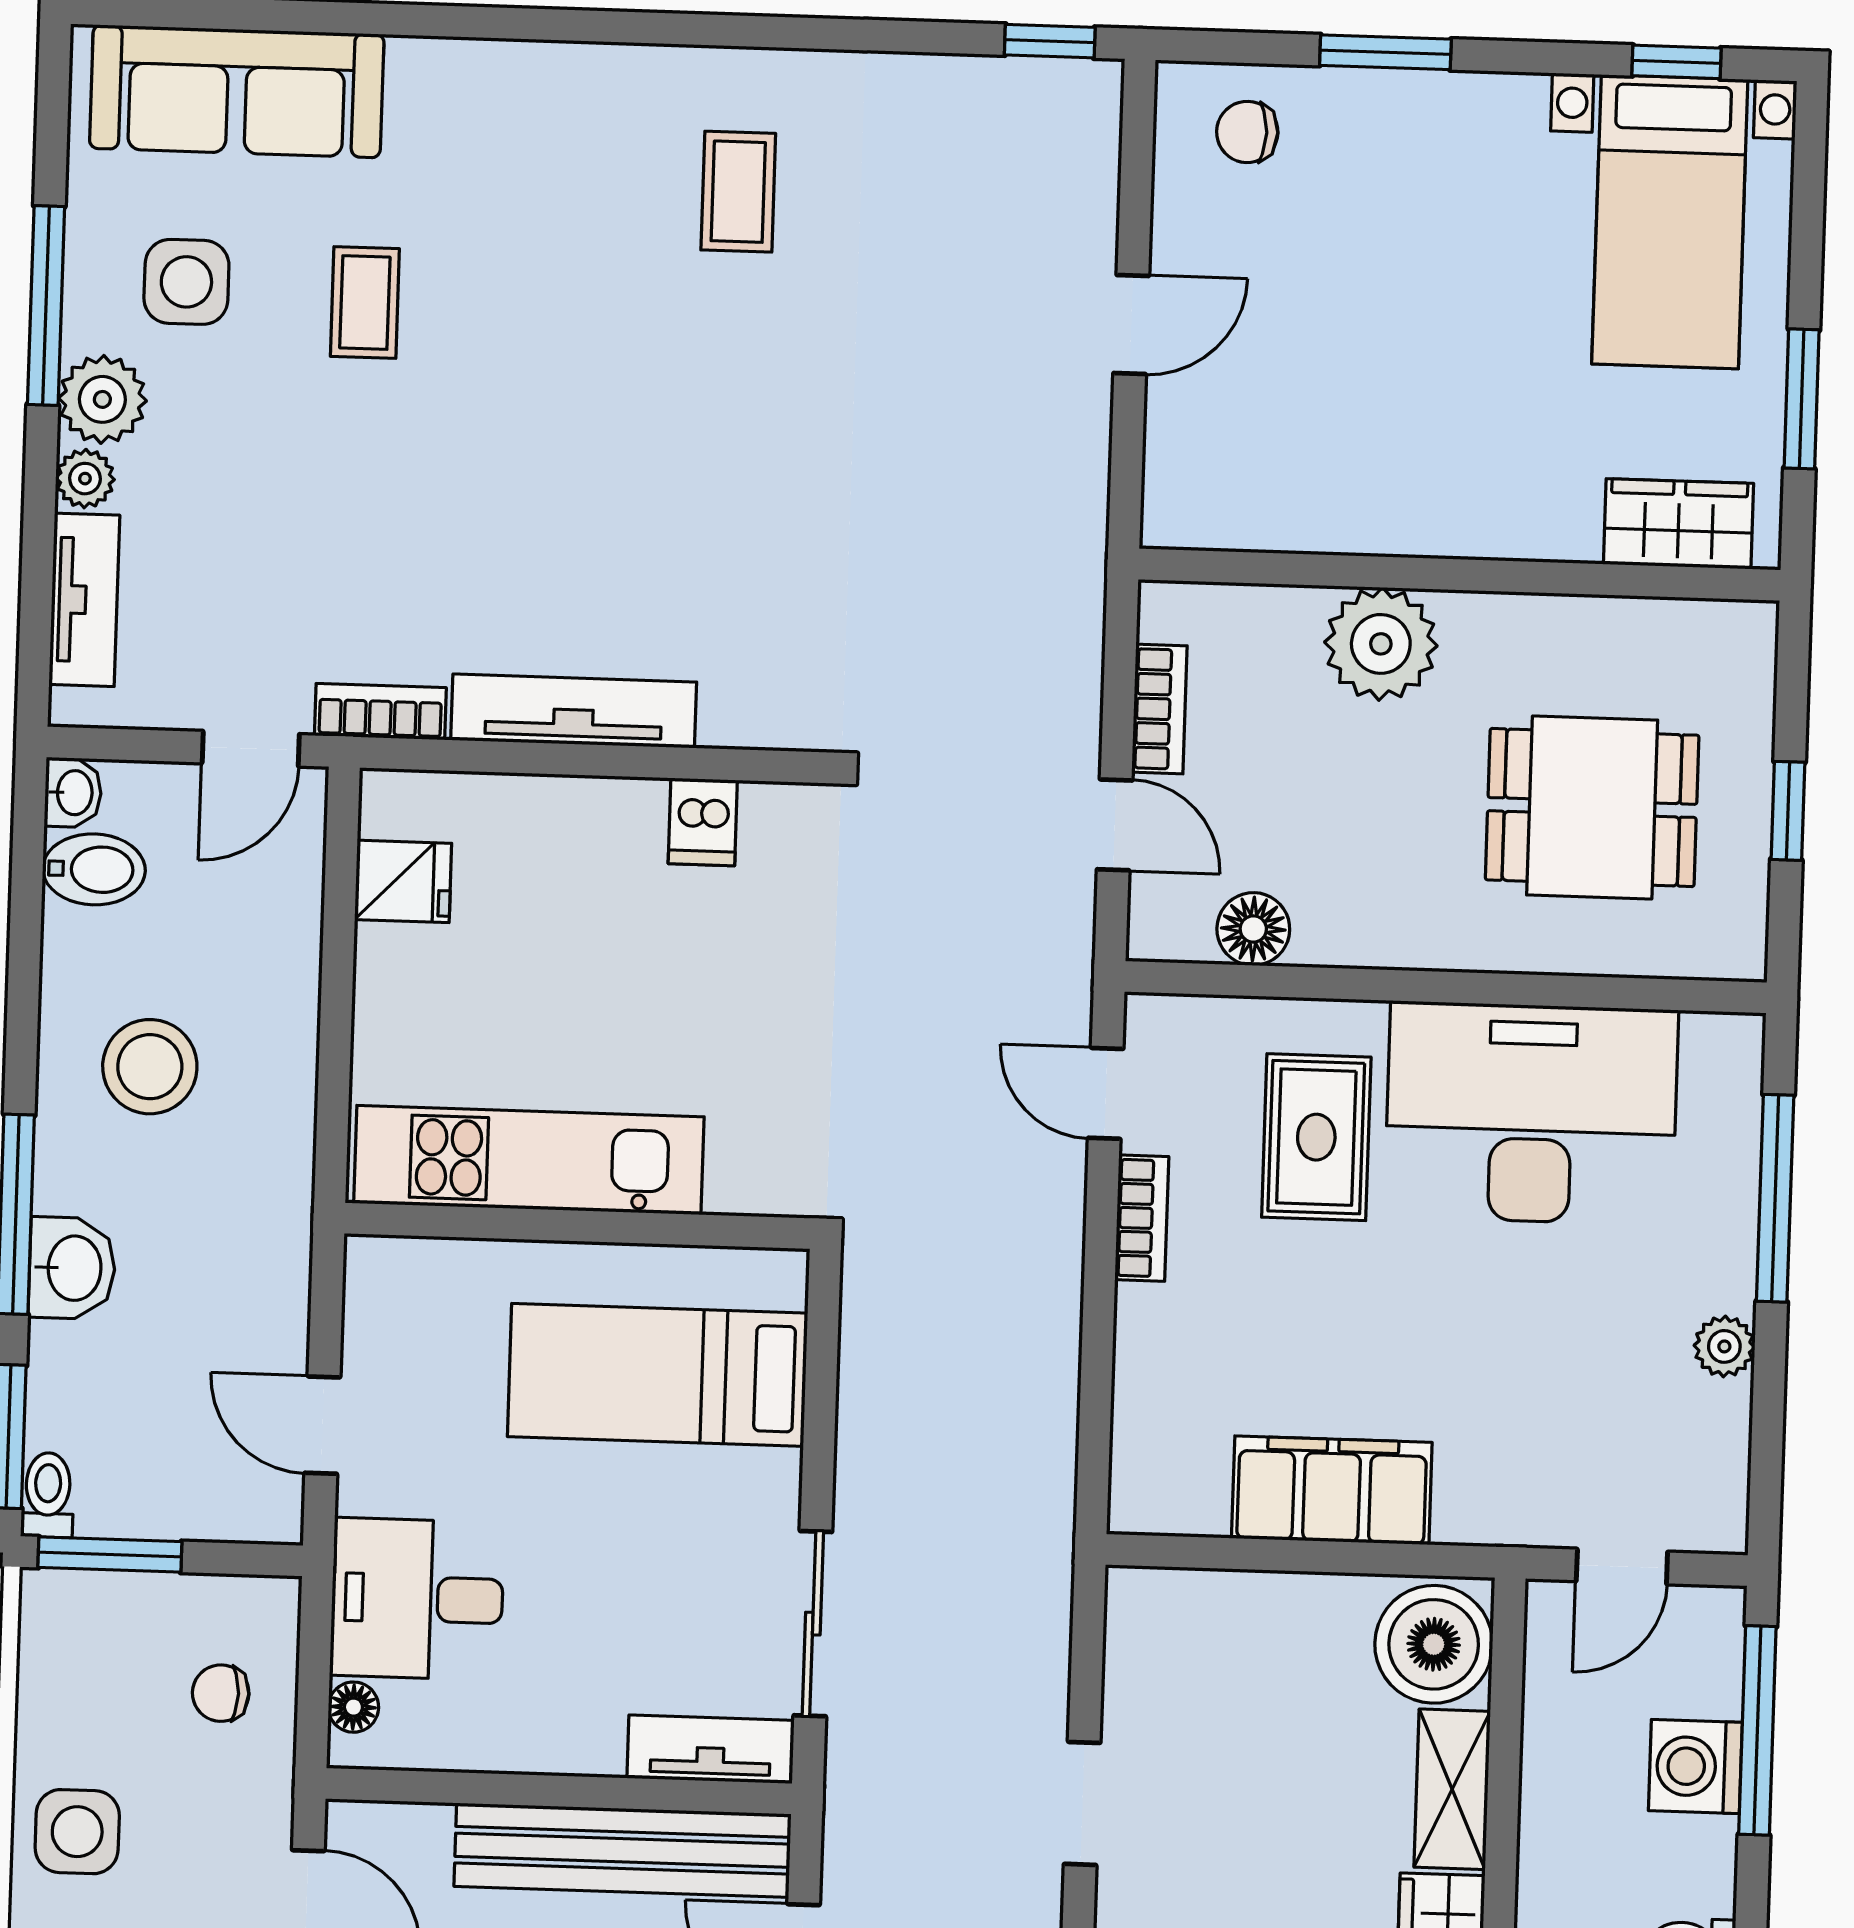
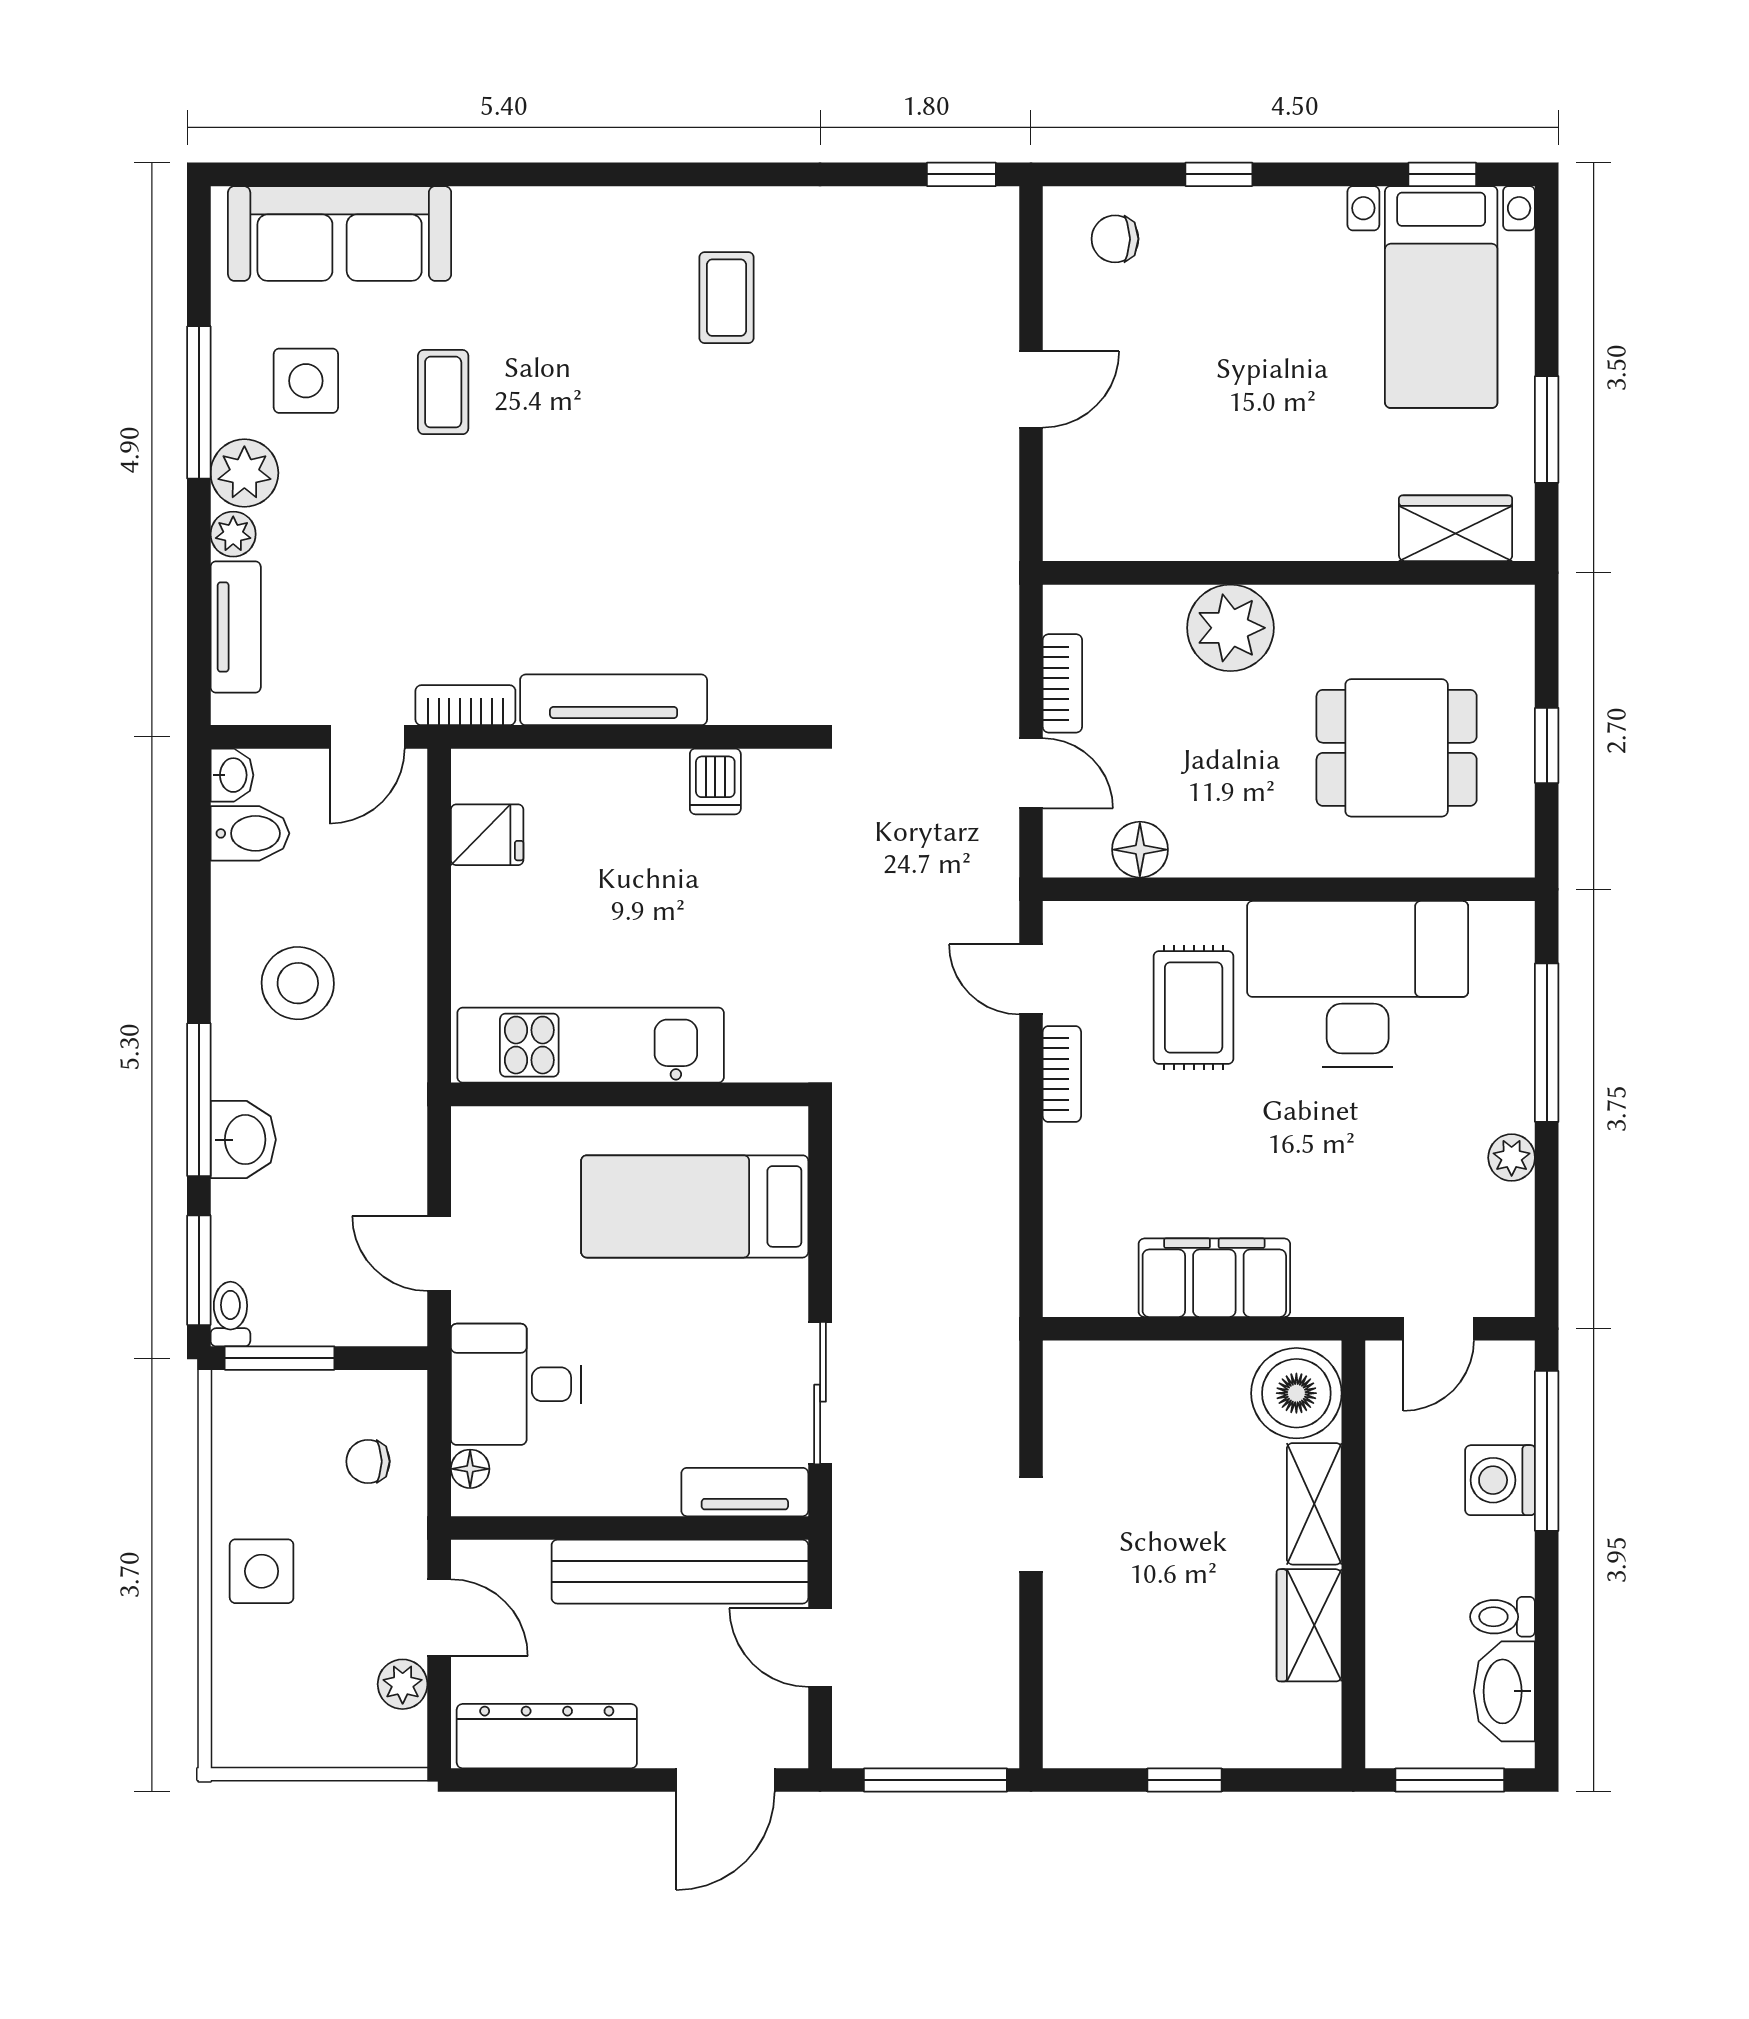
window: (1385, 52) -> (1219, 174), width x0.67

